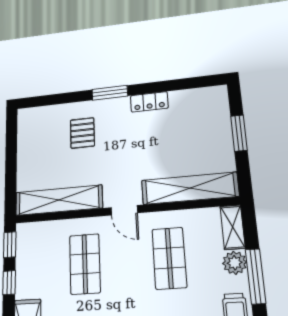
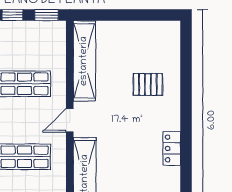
window: (110, 93) -> (186, 112), removed

